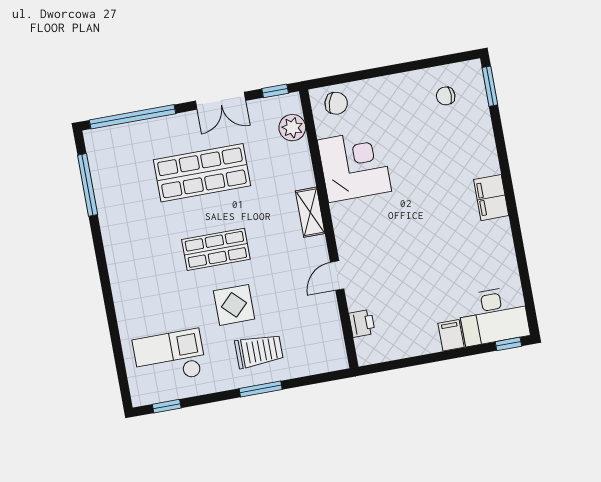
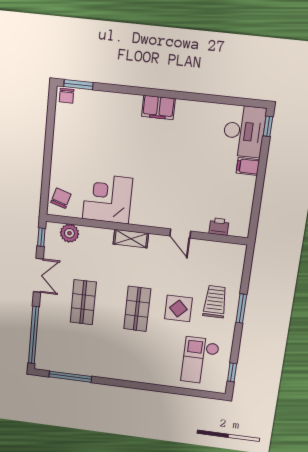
chair: (446, 96) -> (67, 96), moved
shop shelf: (202, 173) -> (83, 302), width x0.70, depth x0.74

